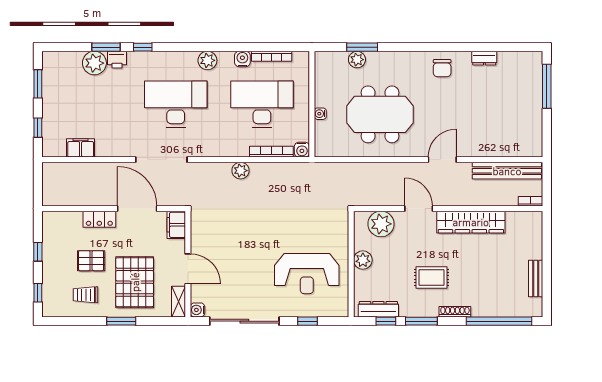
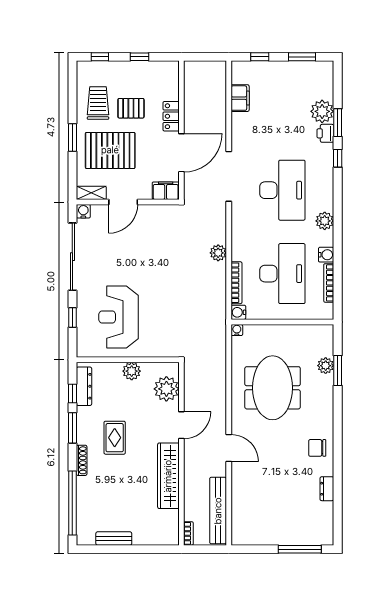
water cooler: (320, 114) -> (237, 330), moved
pallet: (91, 261) -> (131, 108), turned 90
trolley: (86, 295) -> (98, 103), width x1.36, depth x1.39

